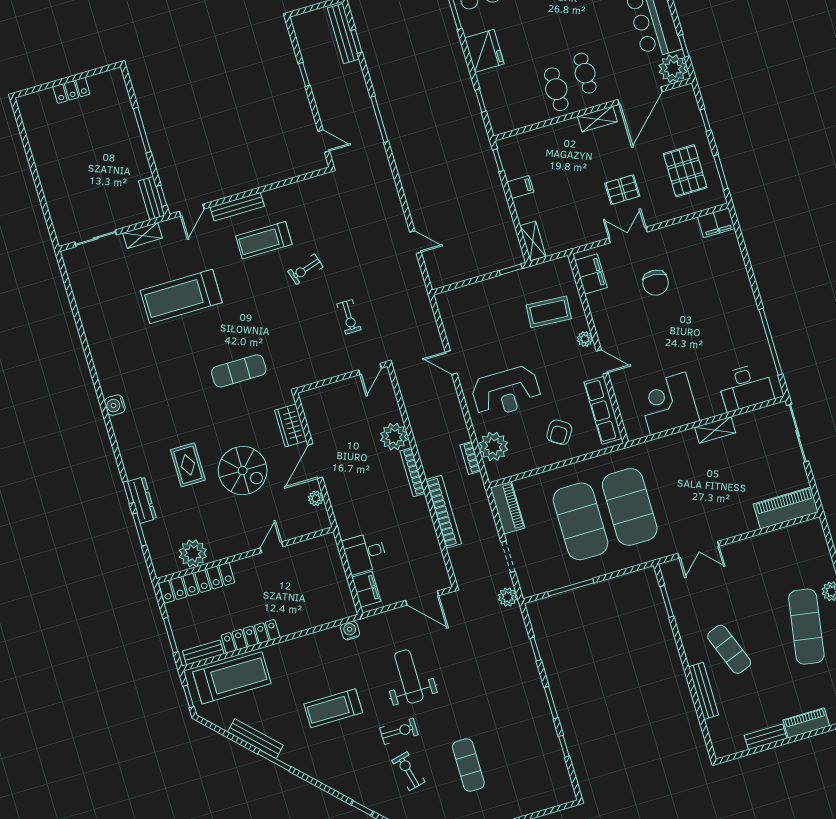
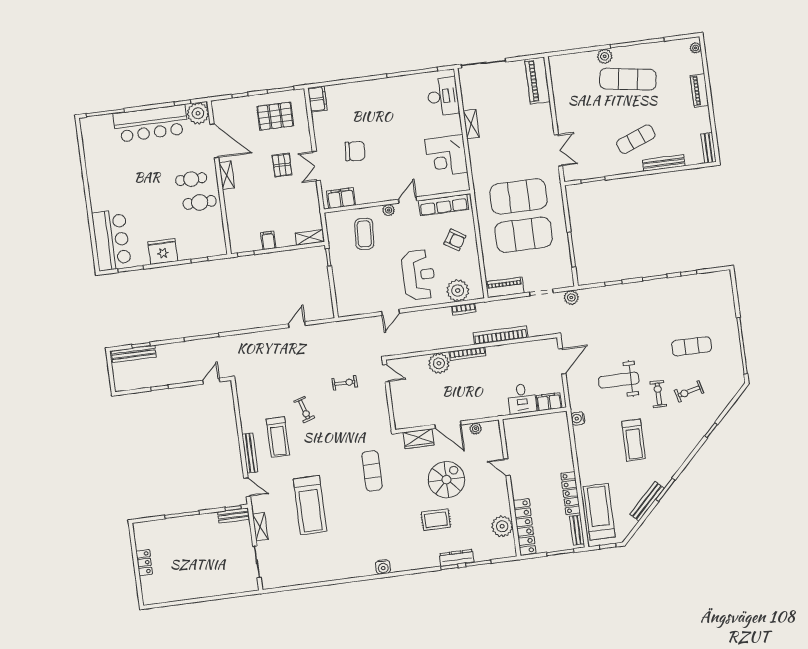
bench: (766, 737) -> (708, 148), moved

